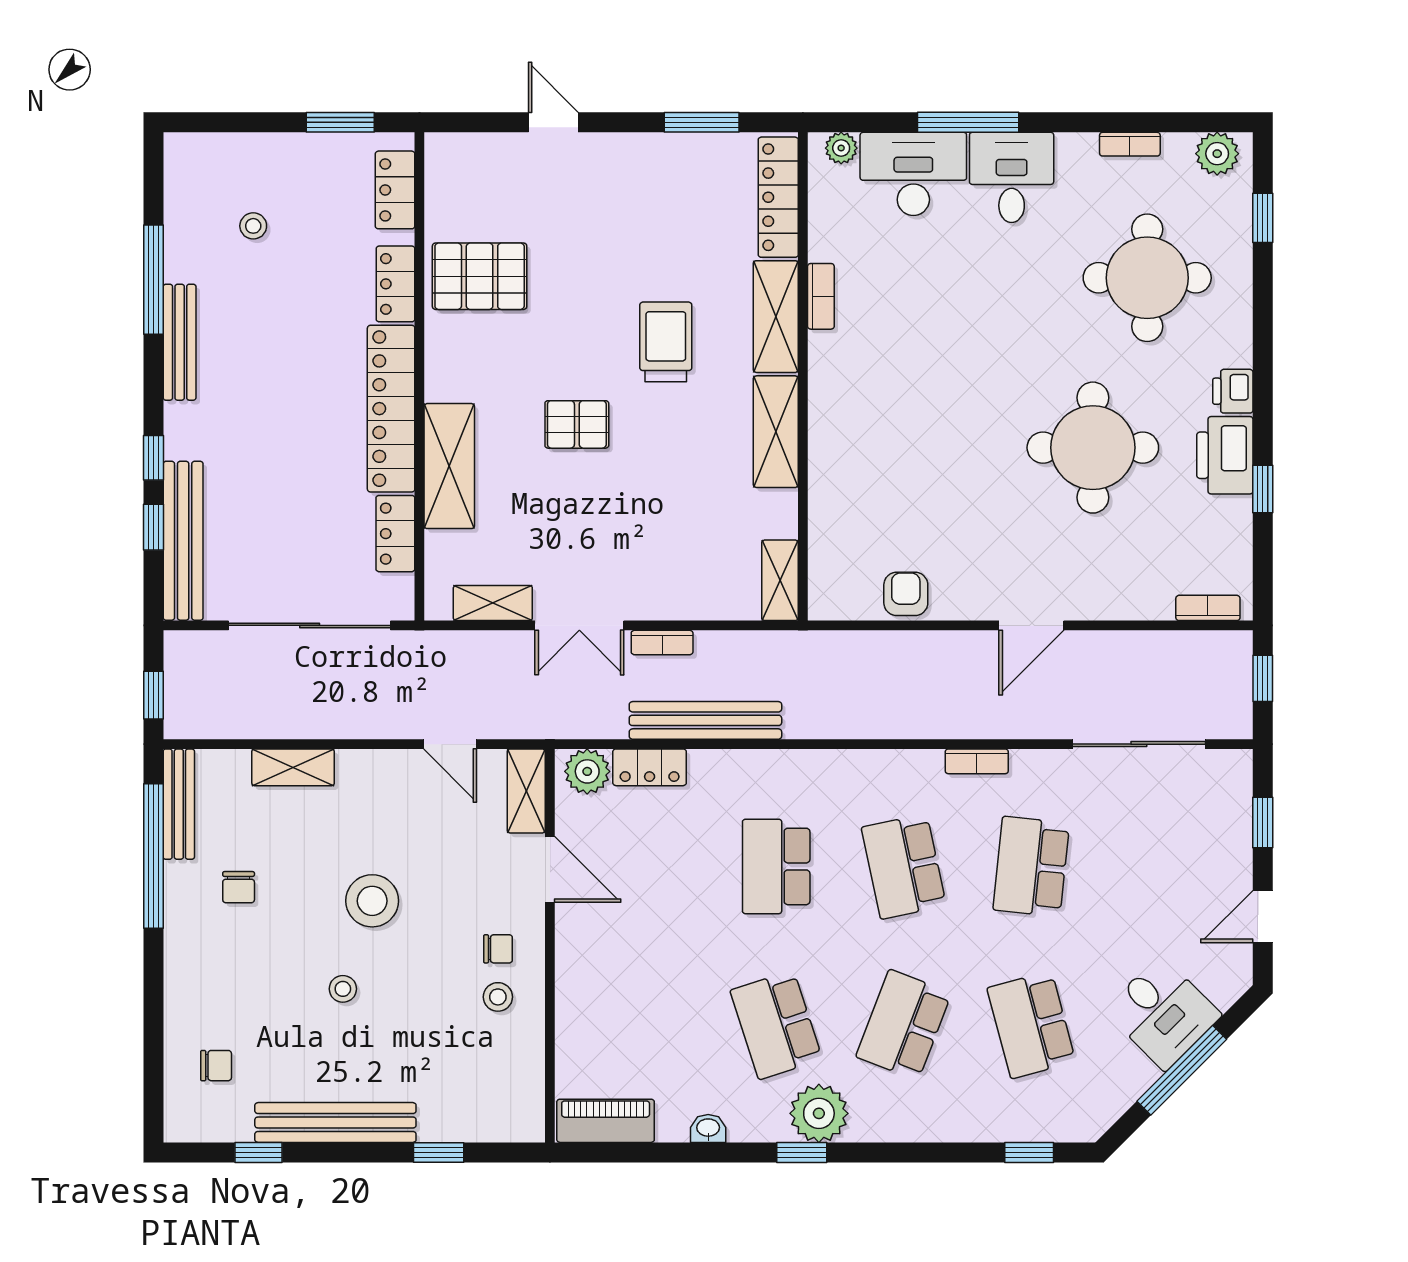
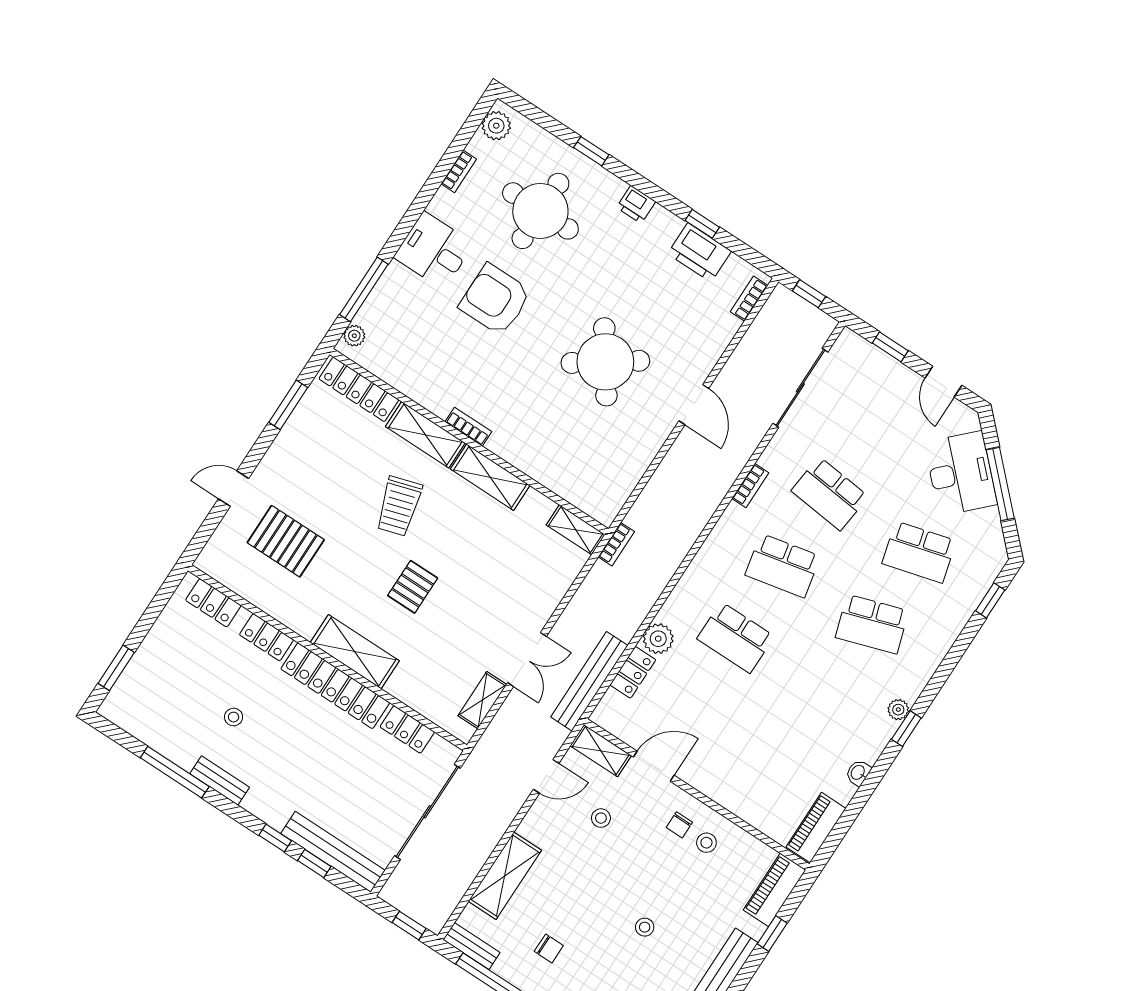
window: (340, 122) -> (116, 668), moved
window: (968, 122) -> (364, 289), moved
desk: (913, 174) -> (396, 305), removed
window: (1263, 218) -> (591, 151), moved
stool: (253, 226) -> (234, 717), moved
pallet: (480, 276) -> (286, 541), moved, turned 90
bookcase: (821, 296) -> (468, 427), moved
bench: (180, 342) -> (220, 781), width x0.73
trolley: (666, 342) -> (399, 506), turned -107
round table: (1093, 448) -> (605, 362), moved, turned -35
printer: (1225, 455) -> (699, 252), moved
shelving: (449, 466) -> (355, 652), moved
armchair: (906, 594) -> (495, 300), moved, width x1.88, depth x1.88
bookcase: (662, 642) -> (616, 544), moved
bench: (705, 720) -> (589, 681), moved
shelving: (293, 767) -> (505, 876), width x1.50, depth x1.33
plant: (587, 771) -> (658, 639), moved
bench: (179, 804) -> (472, 946), width x0.73
stool: (372, 901) -> (601, 818), moved, width x0.53, depth x0.53
chair: (498, 949) -> (679, 825), turned 180
desk: (1163, 1013) -> (961, 473), width x1.37
school desk: (776, 1025) -> (825, 696), removed
school desk: (904, 1025) -> (872, 624), turned -39
plant: (819, 1113) -> (898, 710), width x0.53, depth x0.53
piano: (494, 1120) -> (775, 890), added

